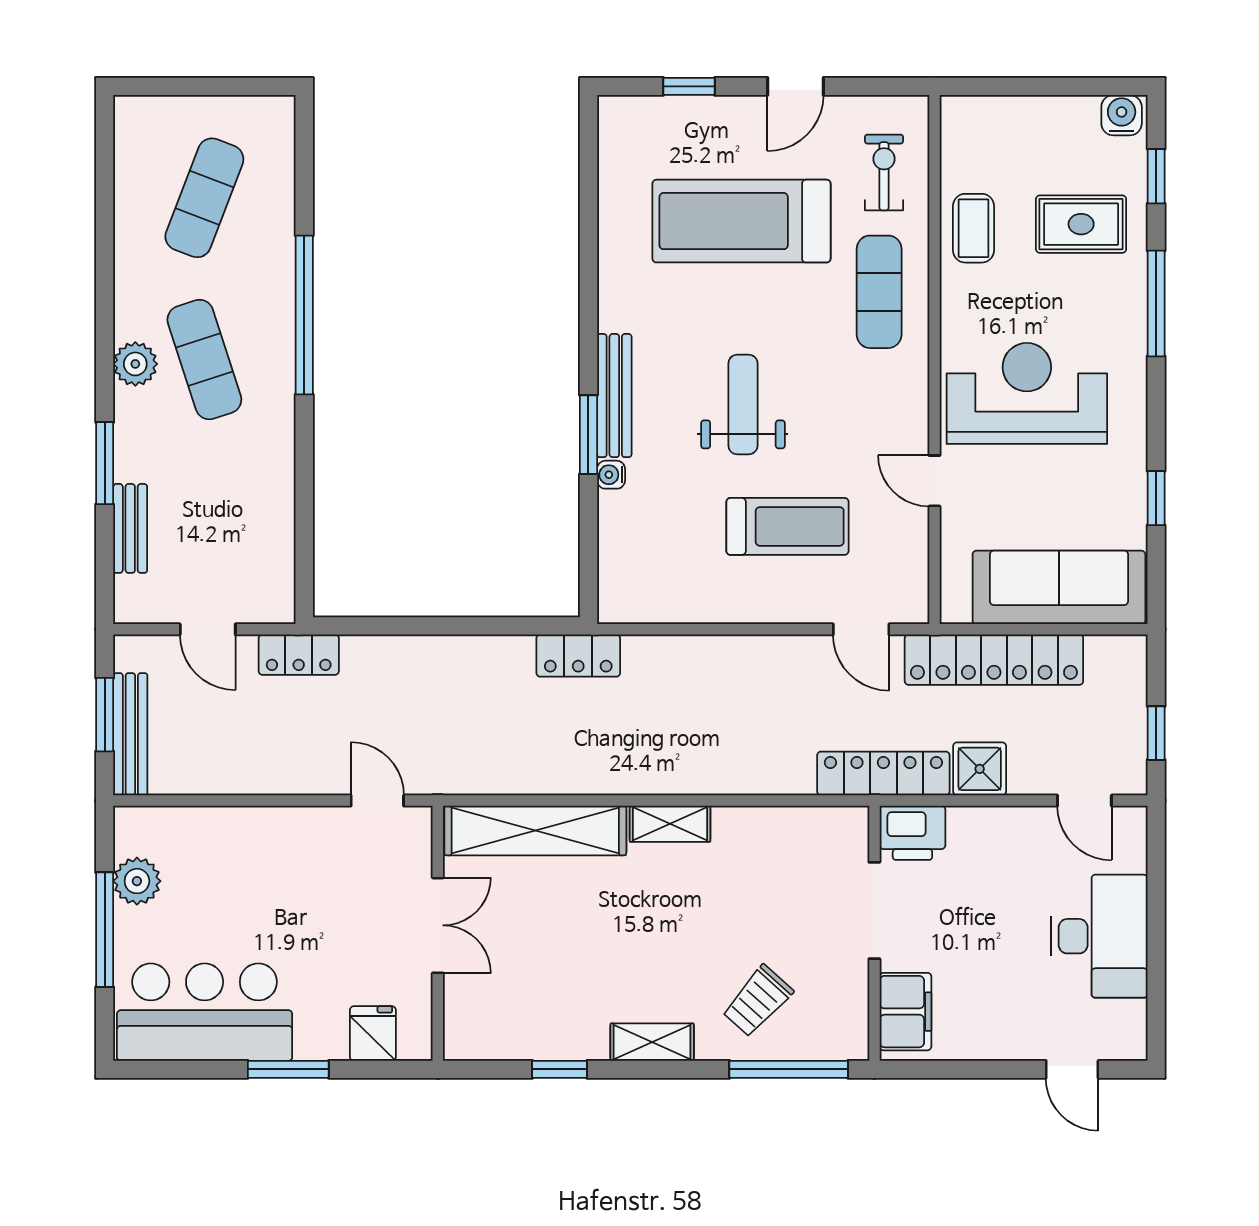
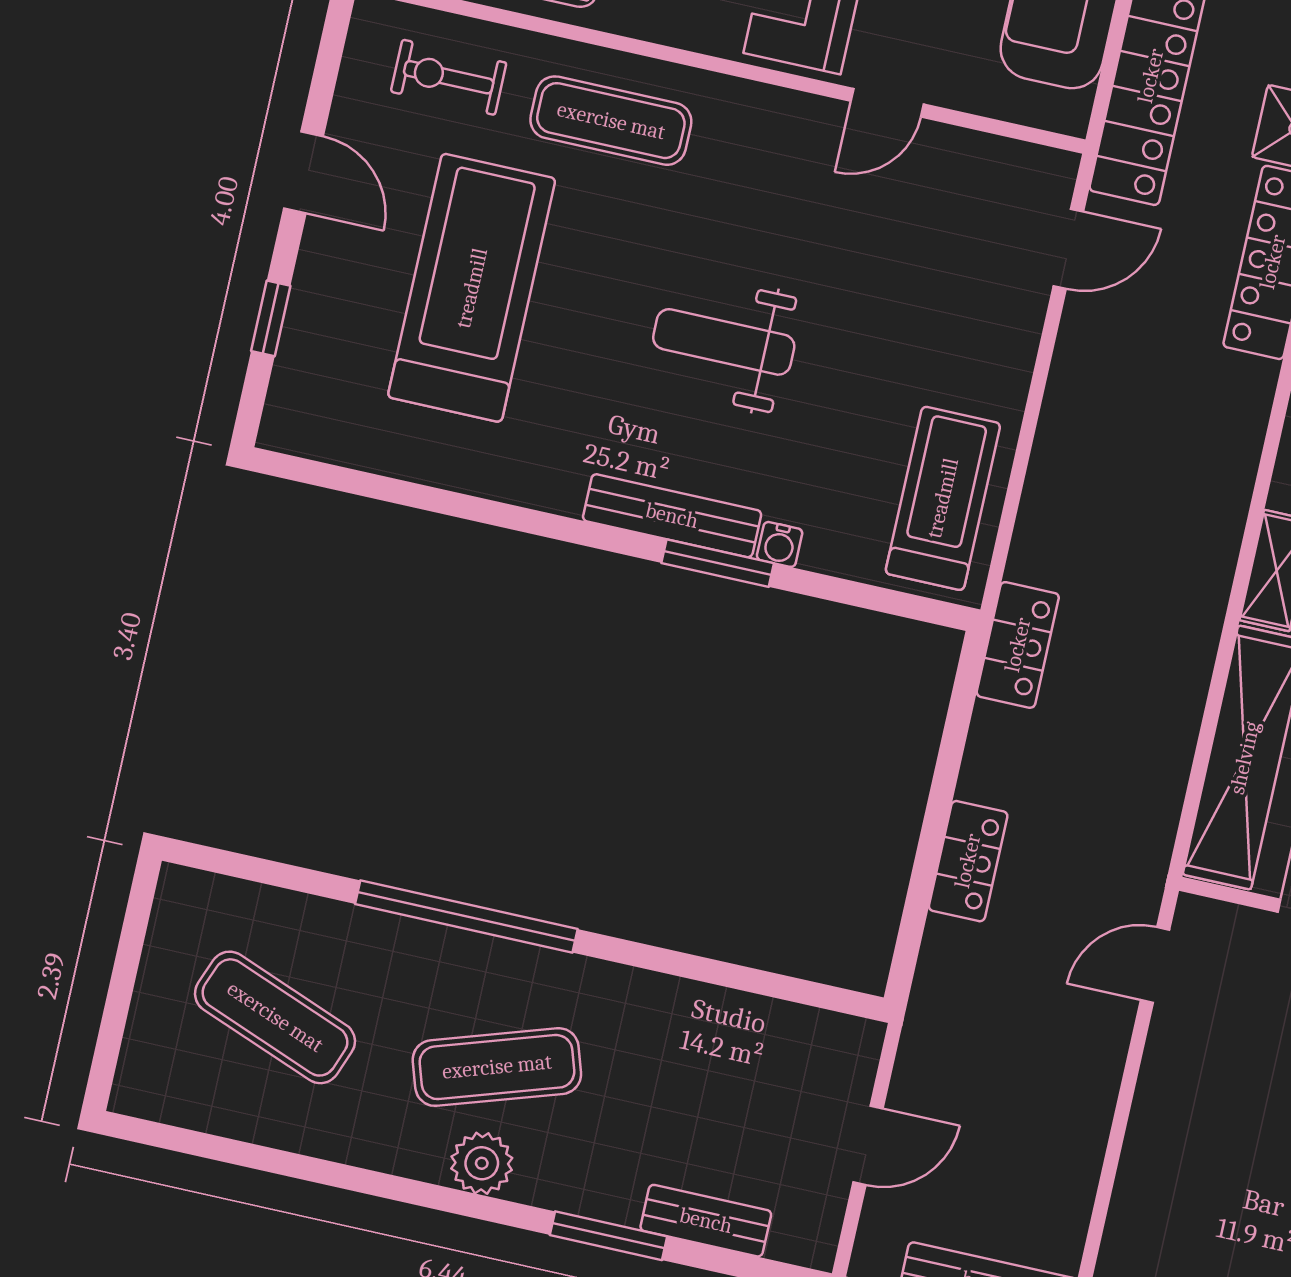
treadmill: (741, 221) -> (472, 288), turned 180
treadmill: (787, 526) -> (943, 498), moved
locker: (299, 655) -> (968, 861), moved

